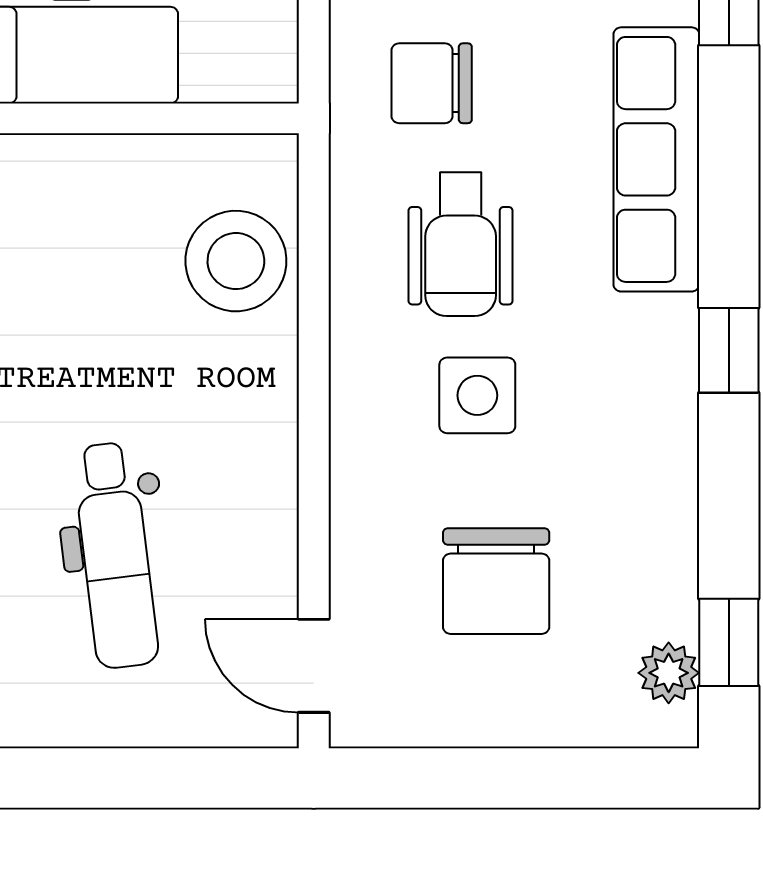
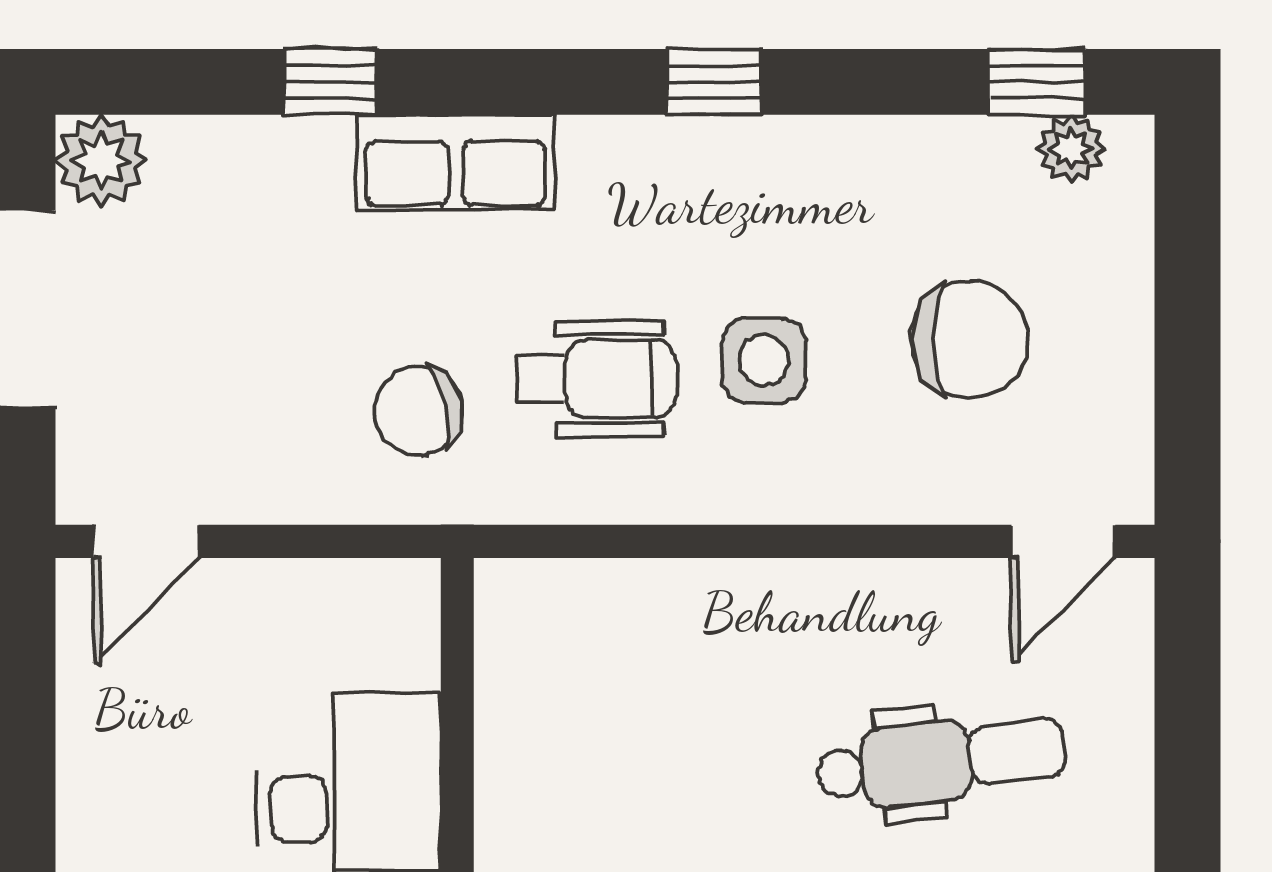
chair: (432, 83) -> (418, 411), turned 77
row of seats: (656, 159) -> (455, 162), width x0.68
stool: (236, 261) -> (615, 628), removed

